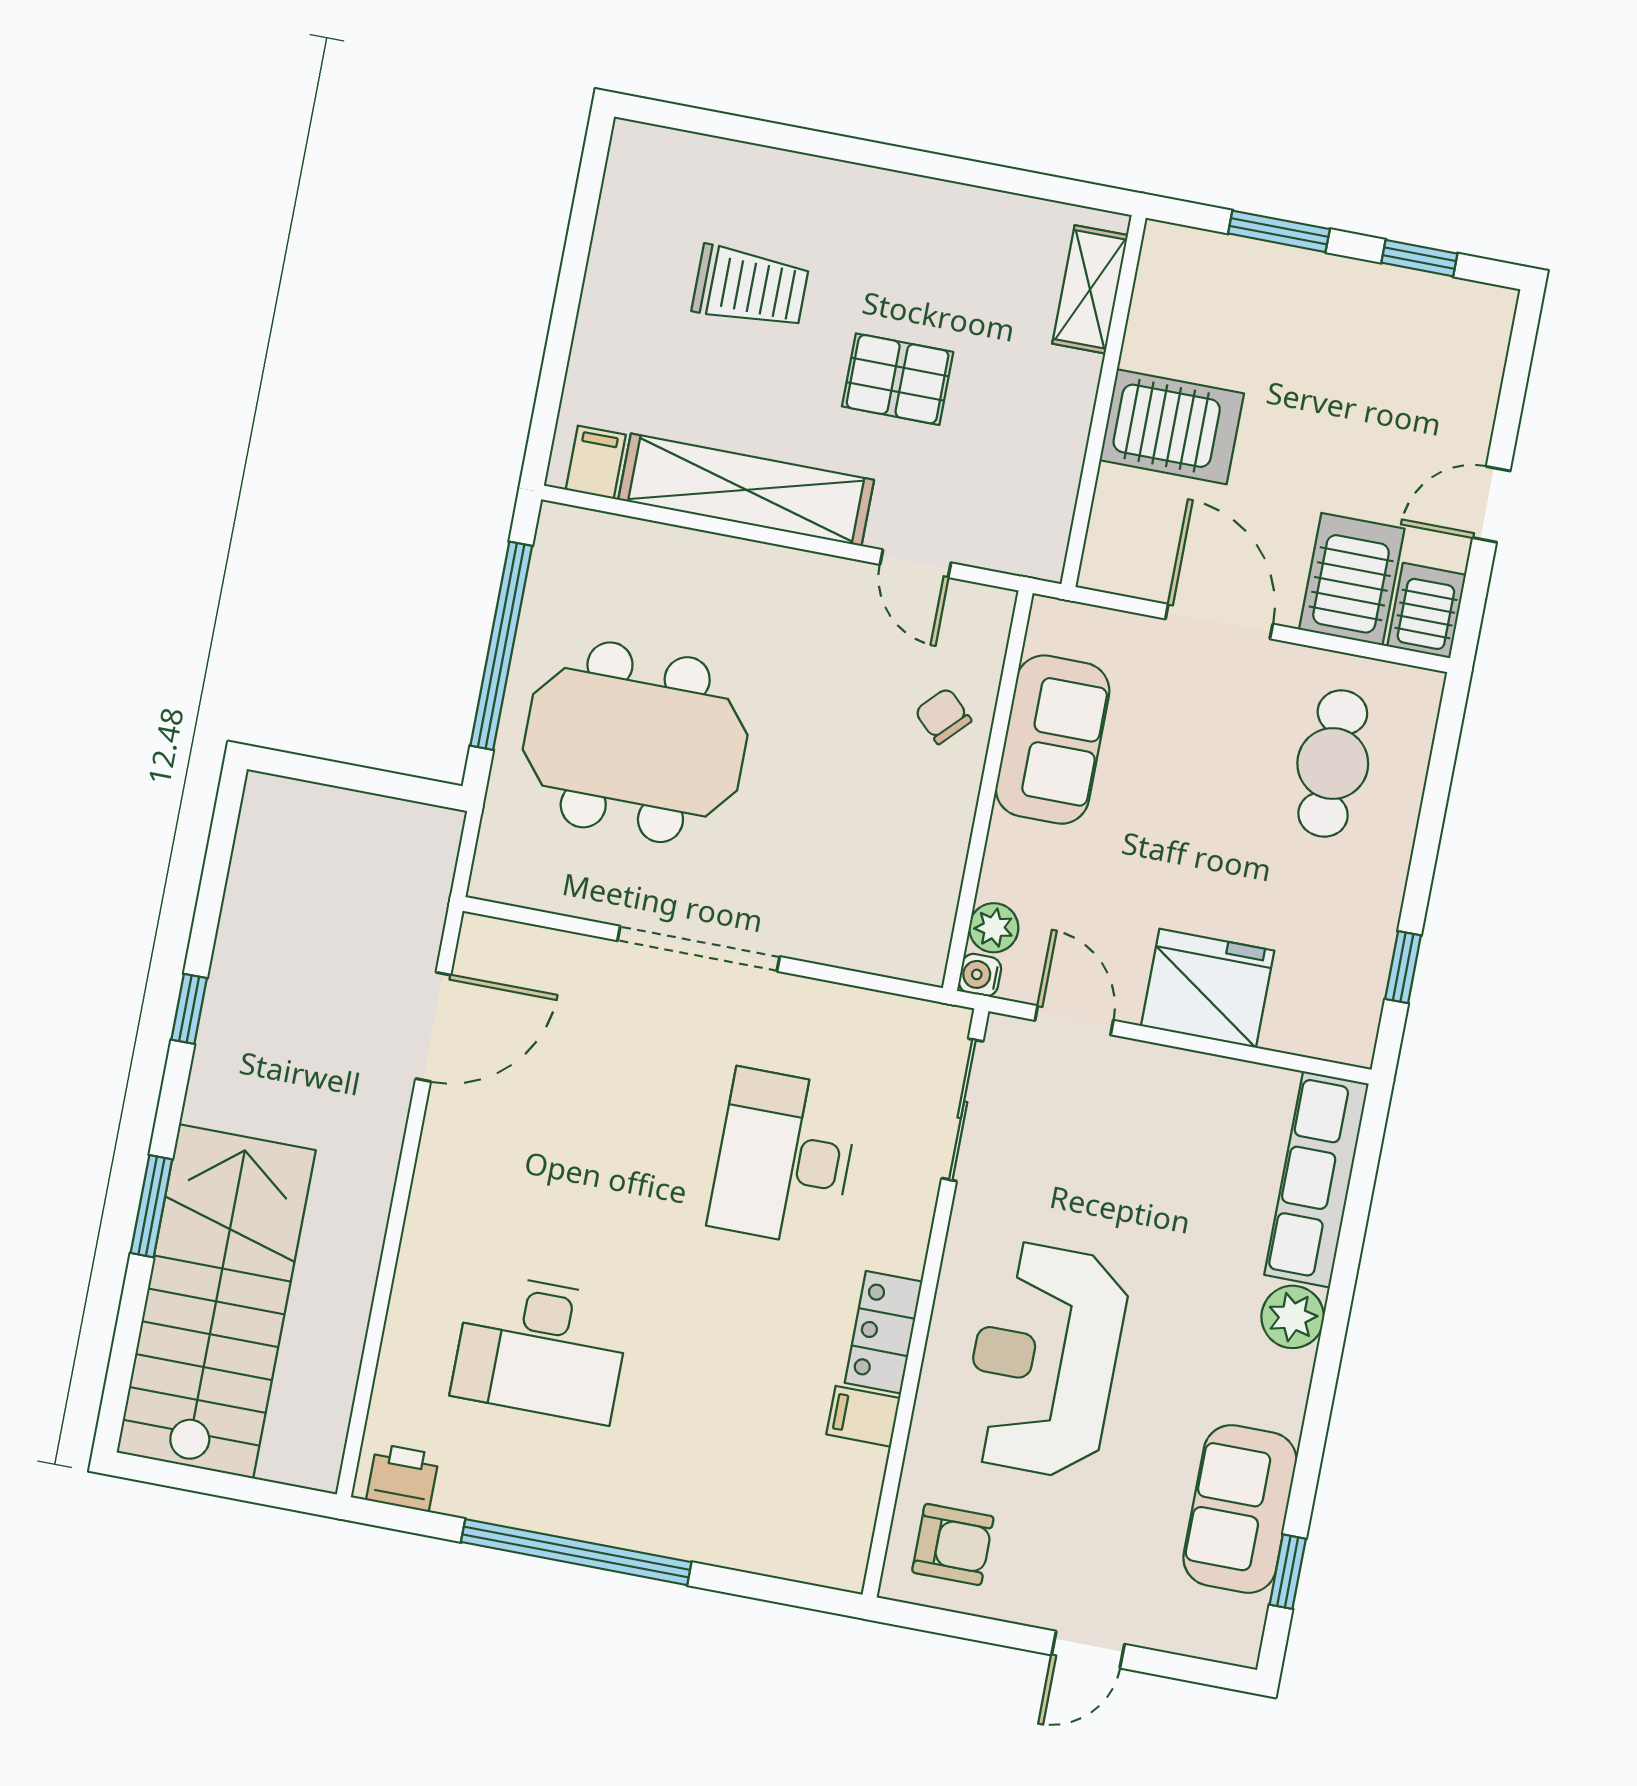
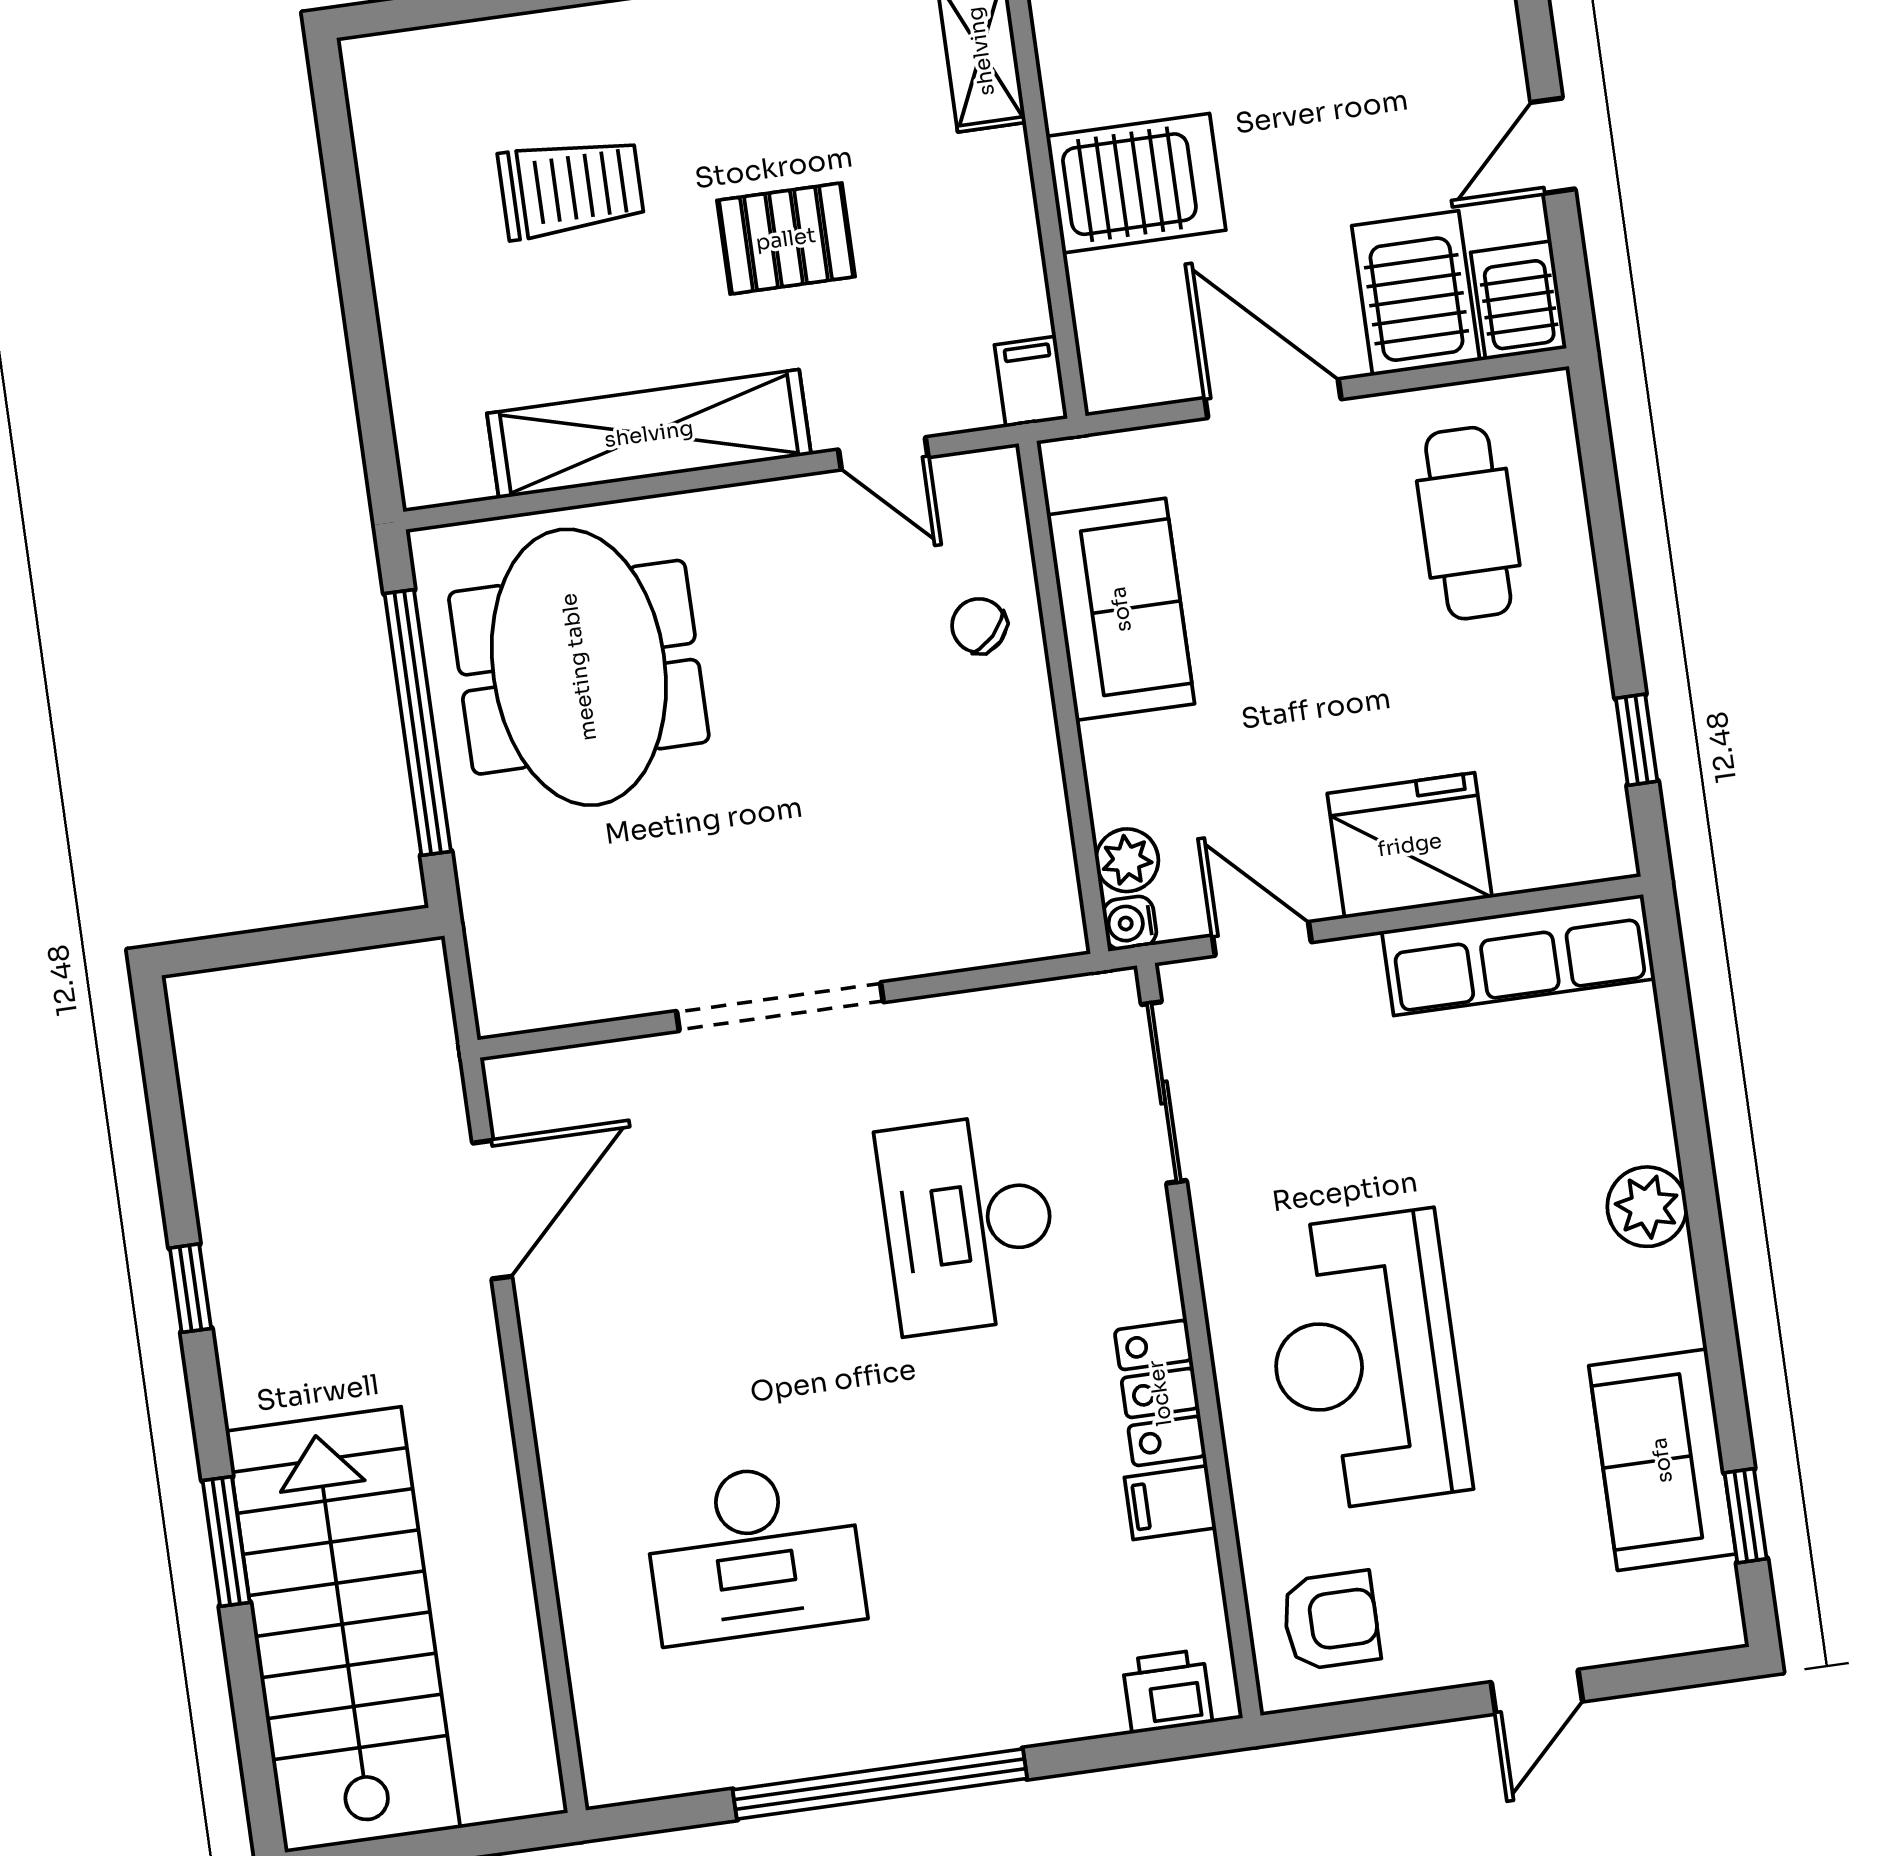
filing cabinet: (596, 462) -> (1031, 382), moved
meeting table: (635, 742) -> (579, 667), moved, turned 90
row of seats: (1317, 1179) -> (1518, 955), moved, turned -90
printer: (403, 1478) -> (1167, 1691), moved

